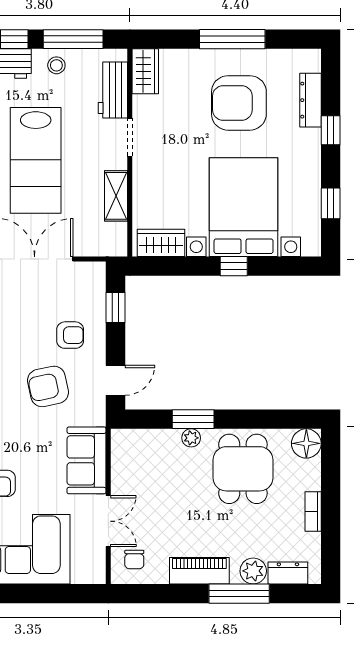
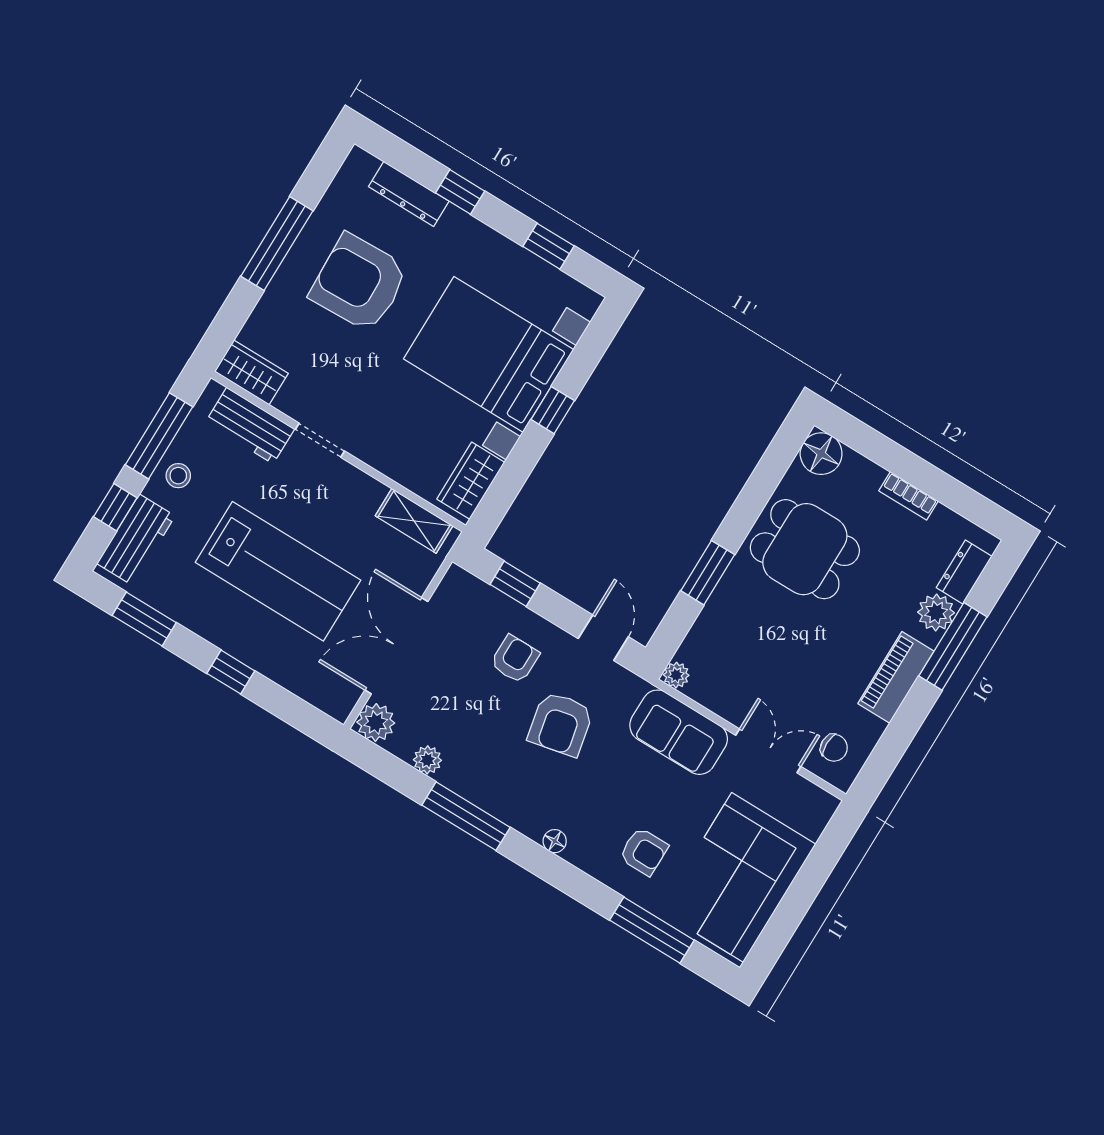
armchair: (239, 103) -> (359, 283), turned 88
shelving: (116, 196) -> (414, 521), moved
plant: (191, 438) -> (676, 675), moved

